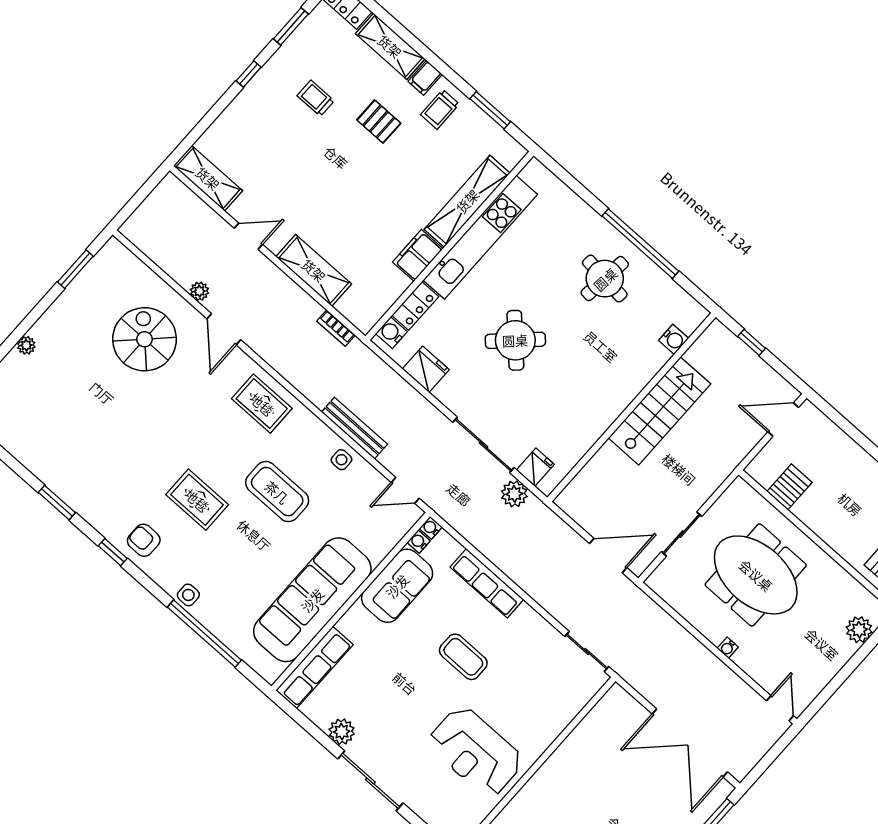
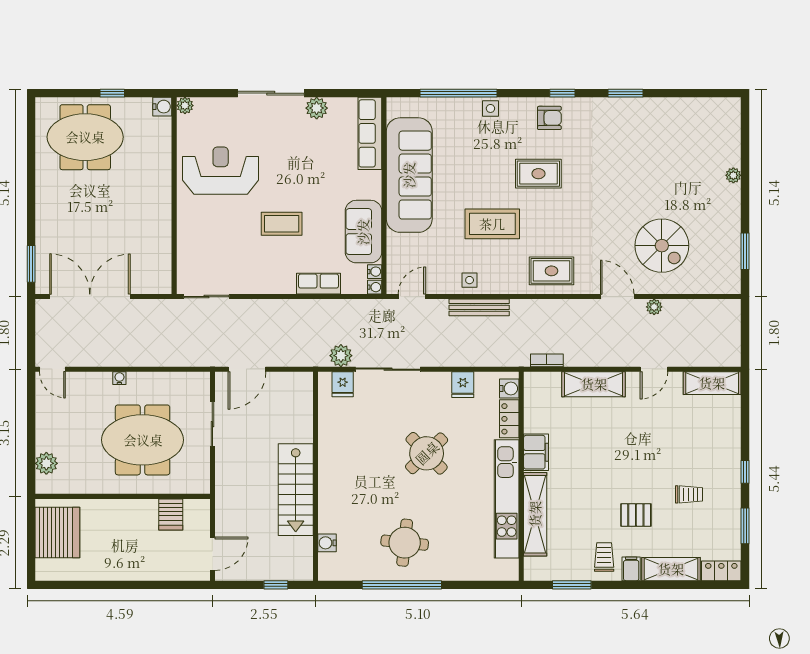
fridge: (426, 369) -> (463, 385), width x0.72
row of seats: (487, 583) -> (319, 284), width x0.68

